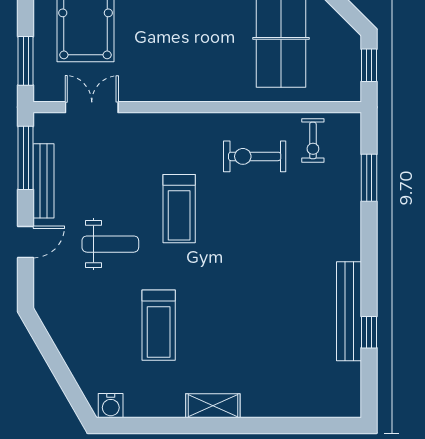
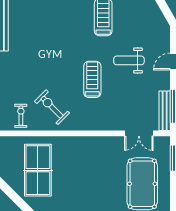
exercise bike: (255, 156) -> (52, 107), turned -135
bench: (44, 181) -> (165, 111), moved

